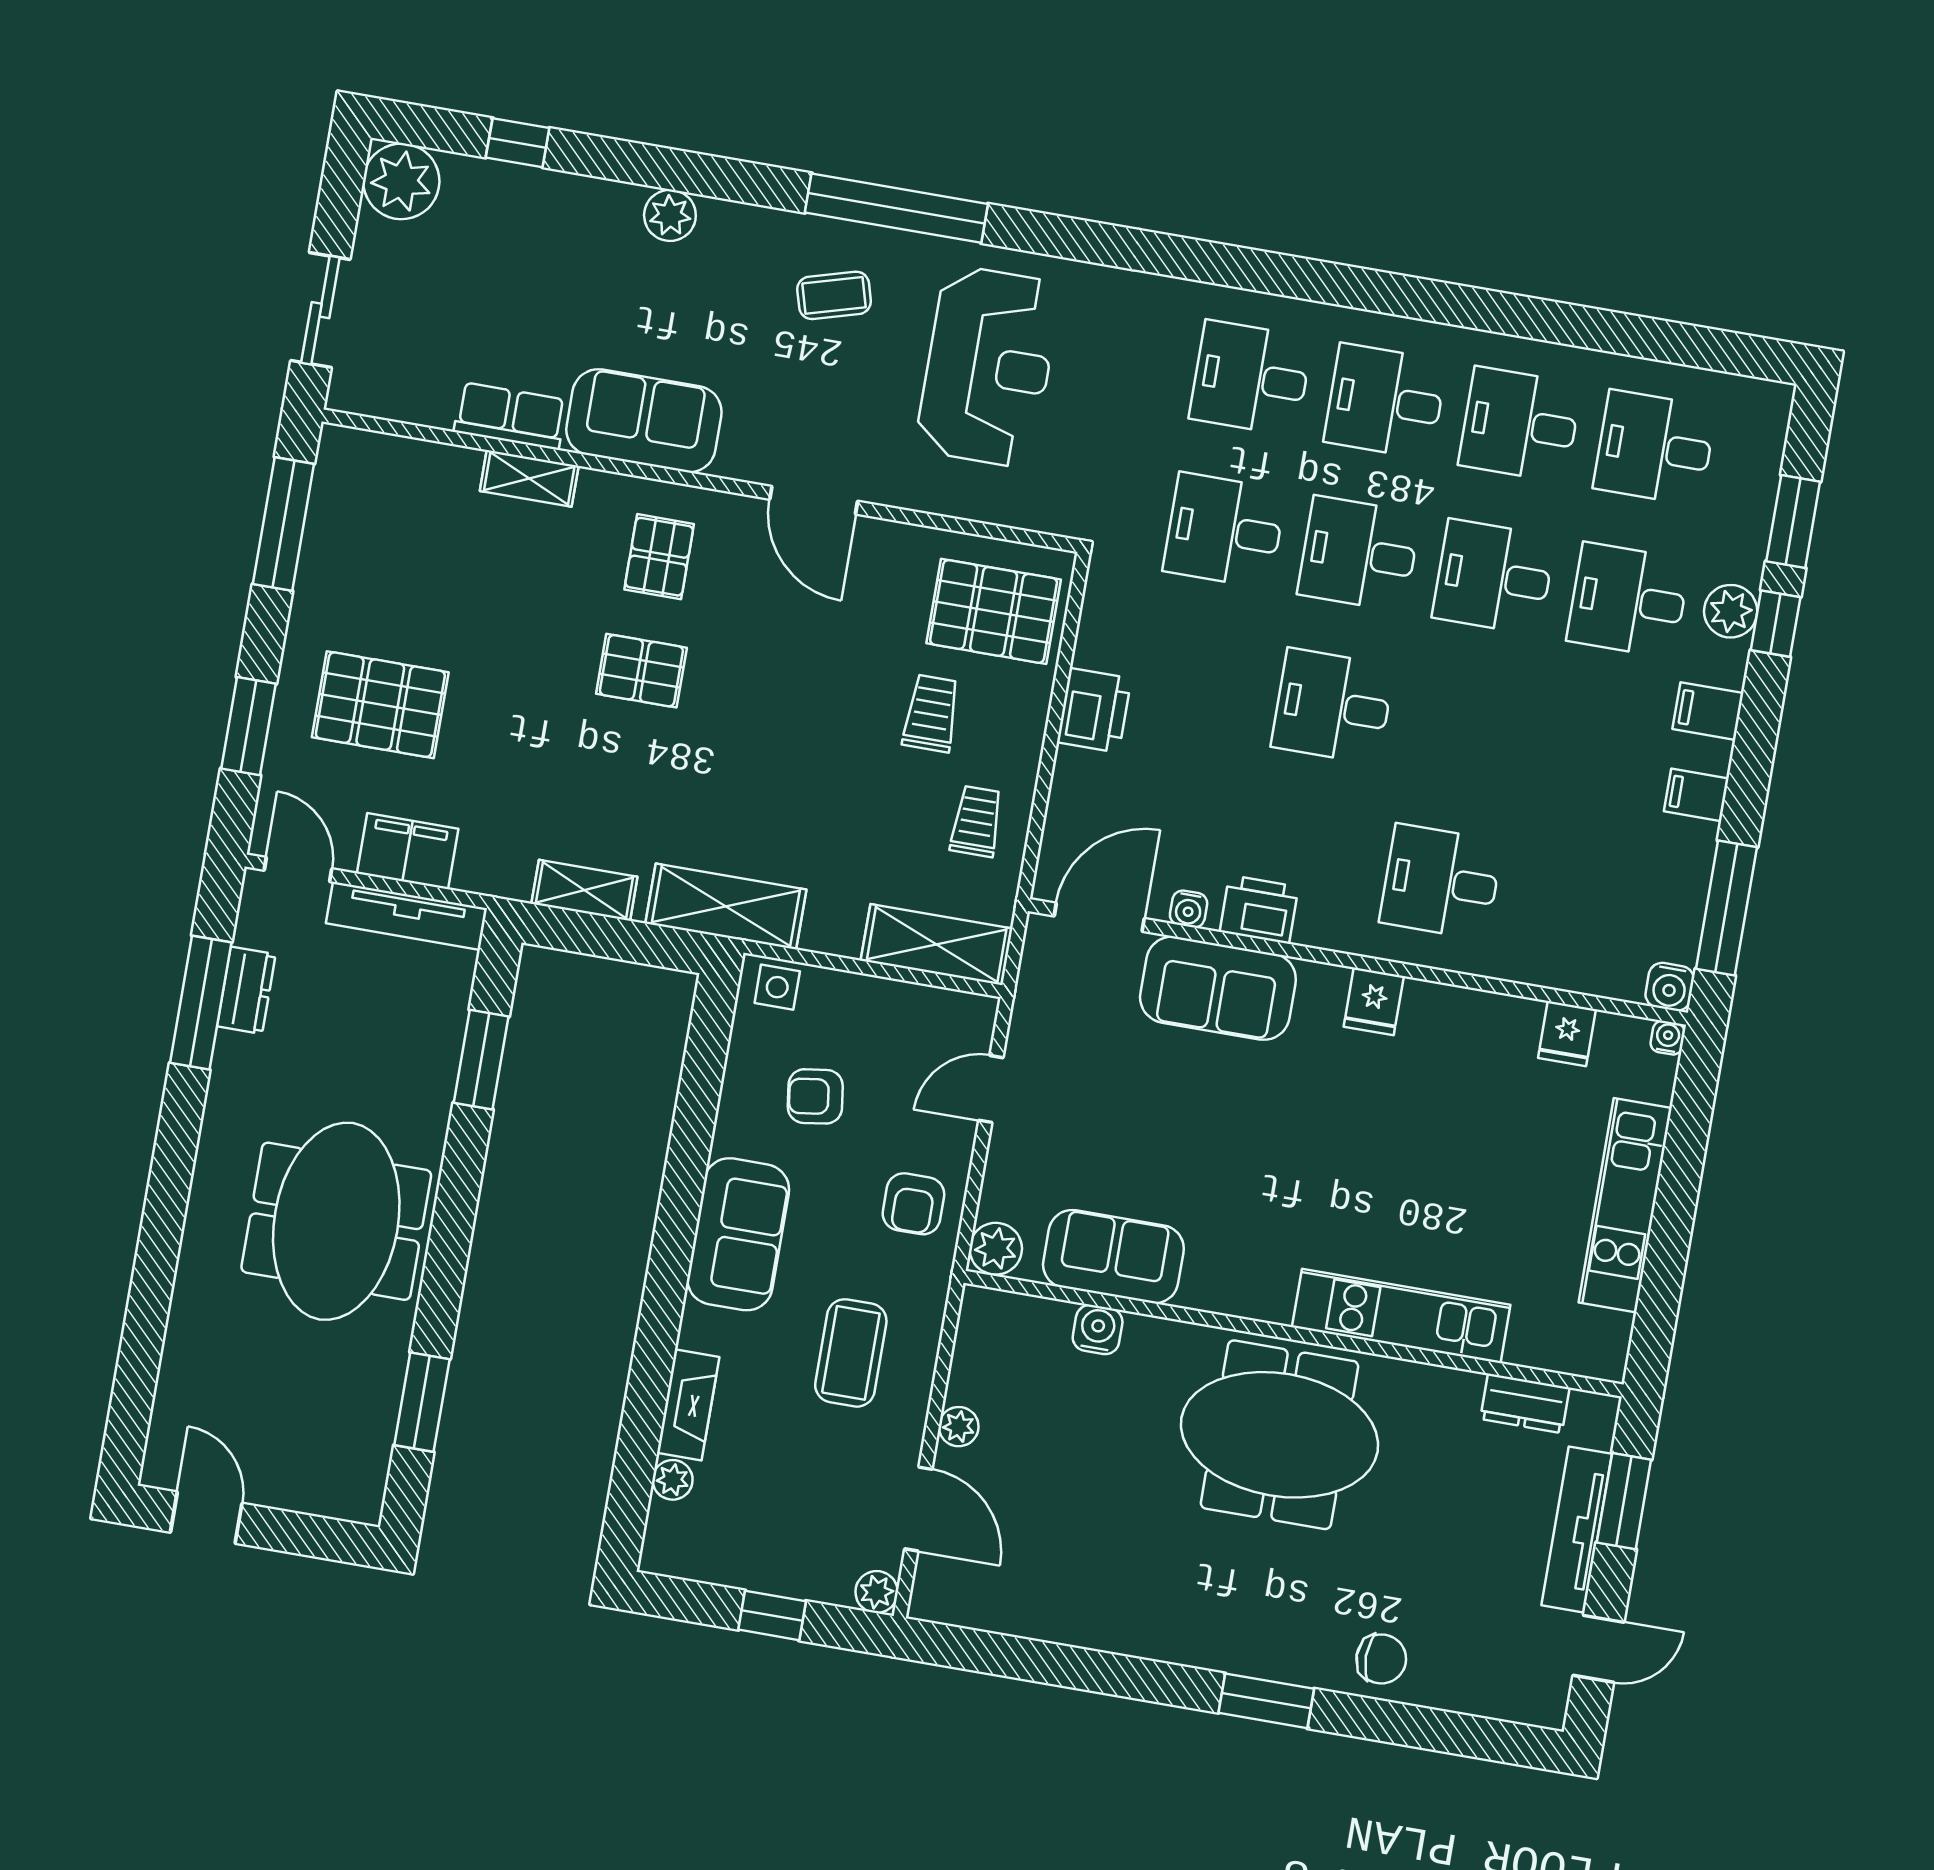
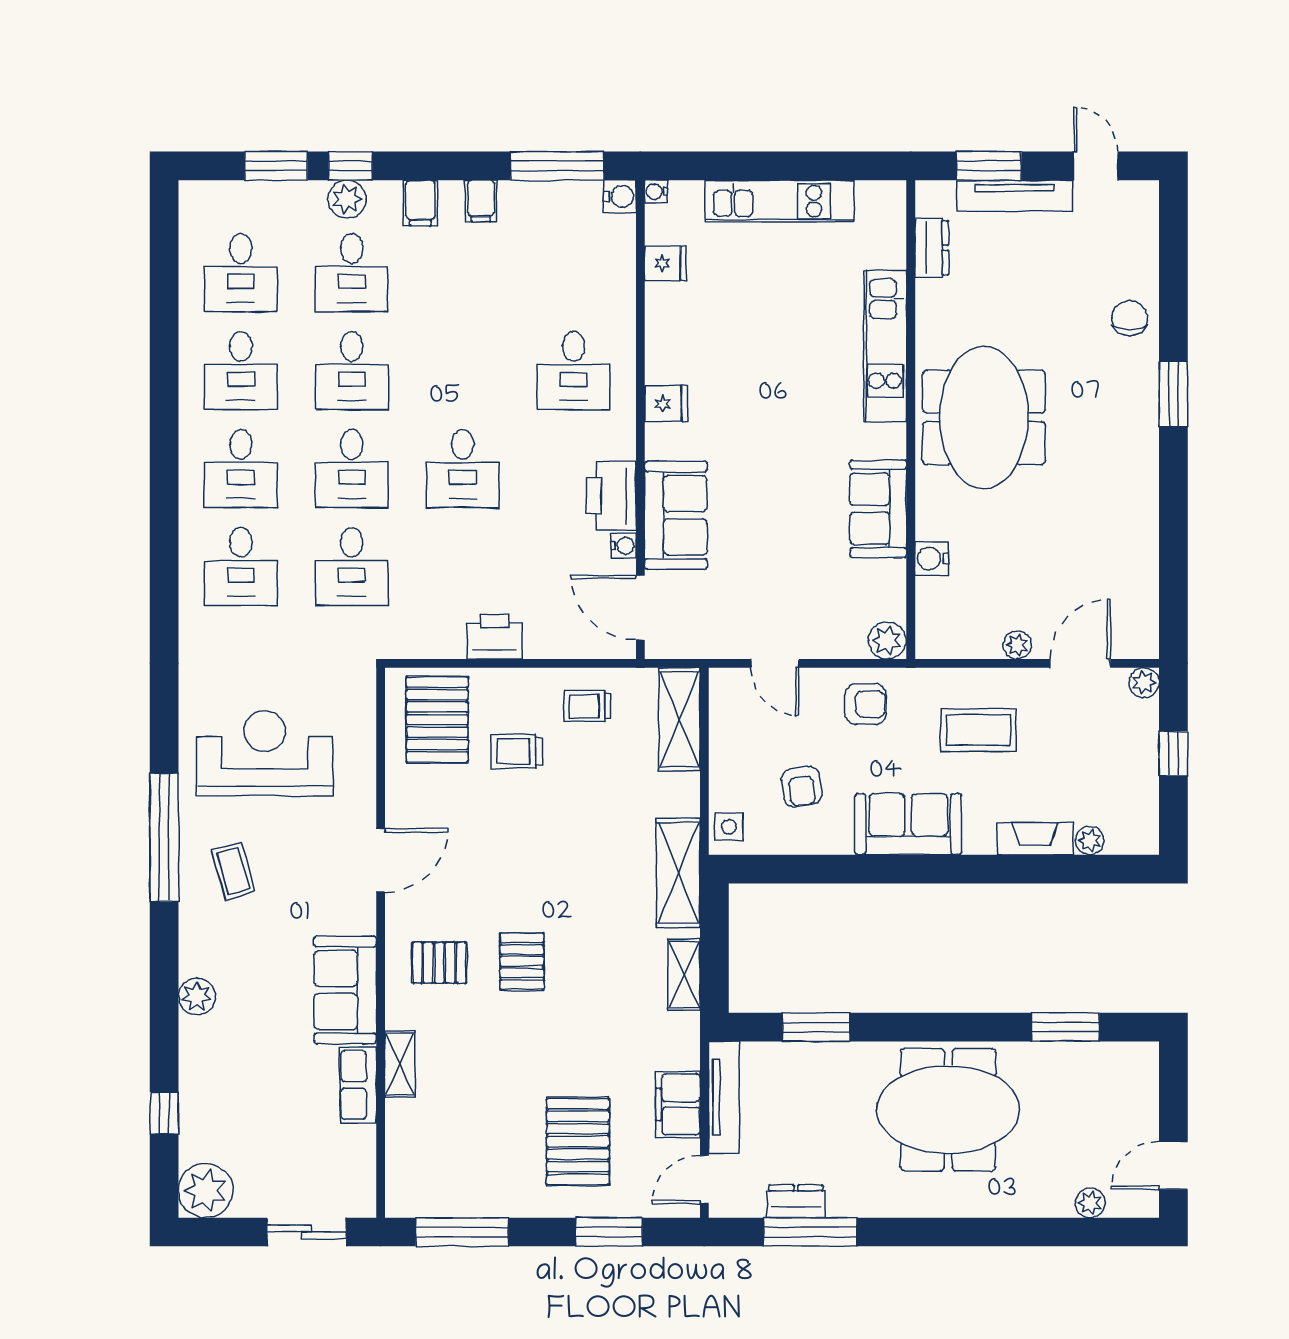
printer: (1259, 909) -> (611, 496), width x1.37, depth x1.19
sofa: (1113, 1257) -> (878, 509), moved
plant: (174, 1395) -> (1090, 1203), added

